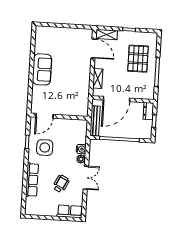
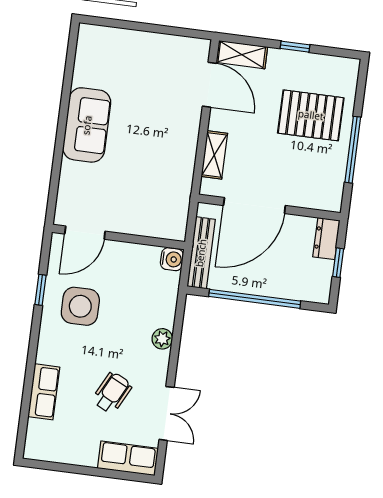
pallet: (138, 59) -> (311, 115), turned 90
water cooler: (81, 149) -> (172, 259), moved
double door: (86, 178) -> (167, 413), moved
row of seats: (32, 180) -> (44, 392), width x0.68

